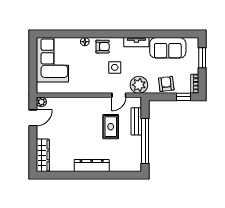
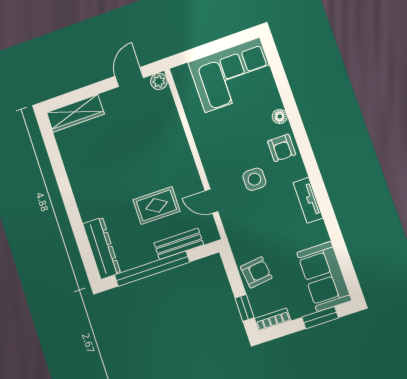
sofa: (168, 48) -> (324, 276), moved
plant: (139, 85) -> (239, 228), removed
door: (33, 118) -> (129, 77), swing flipped
dresser: (92, 166) -> (102, 248), moved

